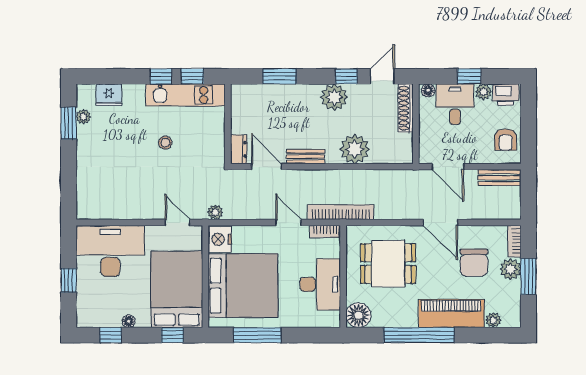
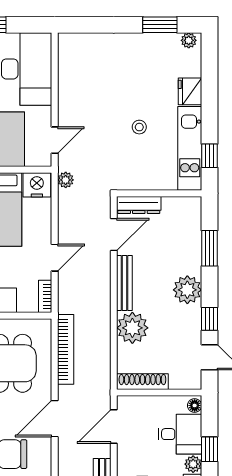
window: (161, 76) -> (209, 123), removed
fridge: (109, 95) -> (190, 91), moved
plant: (334, 97) -> (187, 290), moved
shoe rack: (406, 108) -> (142, 382), moved
plant: (83, 117) -> (189, 40), moved
dresser: (239, 149) -> (139, 205), width x1.44
bench: (305, 157) -> (124, 283), width x1.36
bookcase: (341, 212) -> (66, 349), moved

